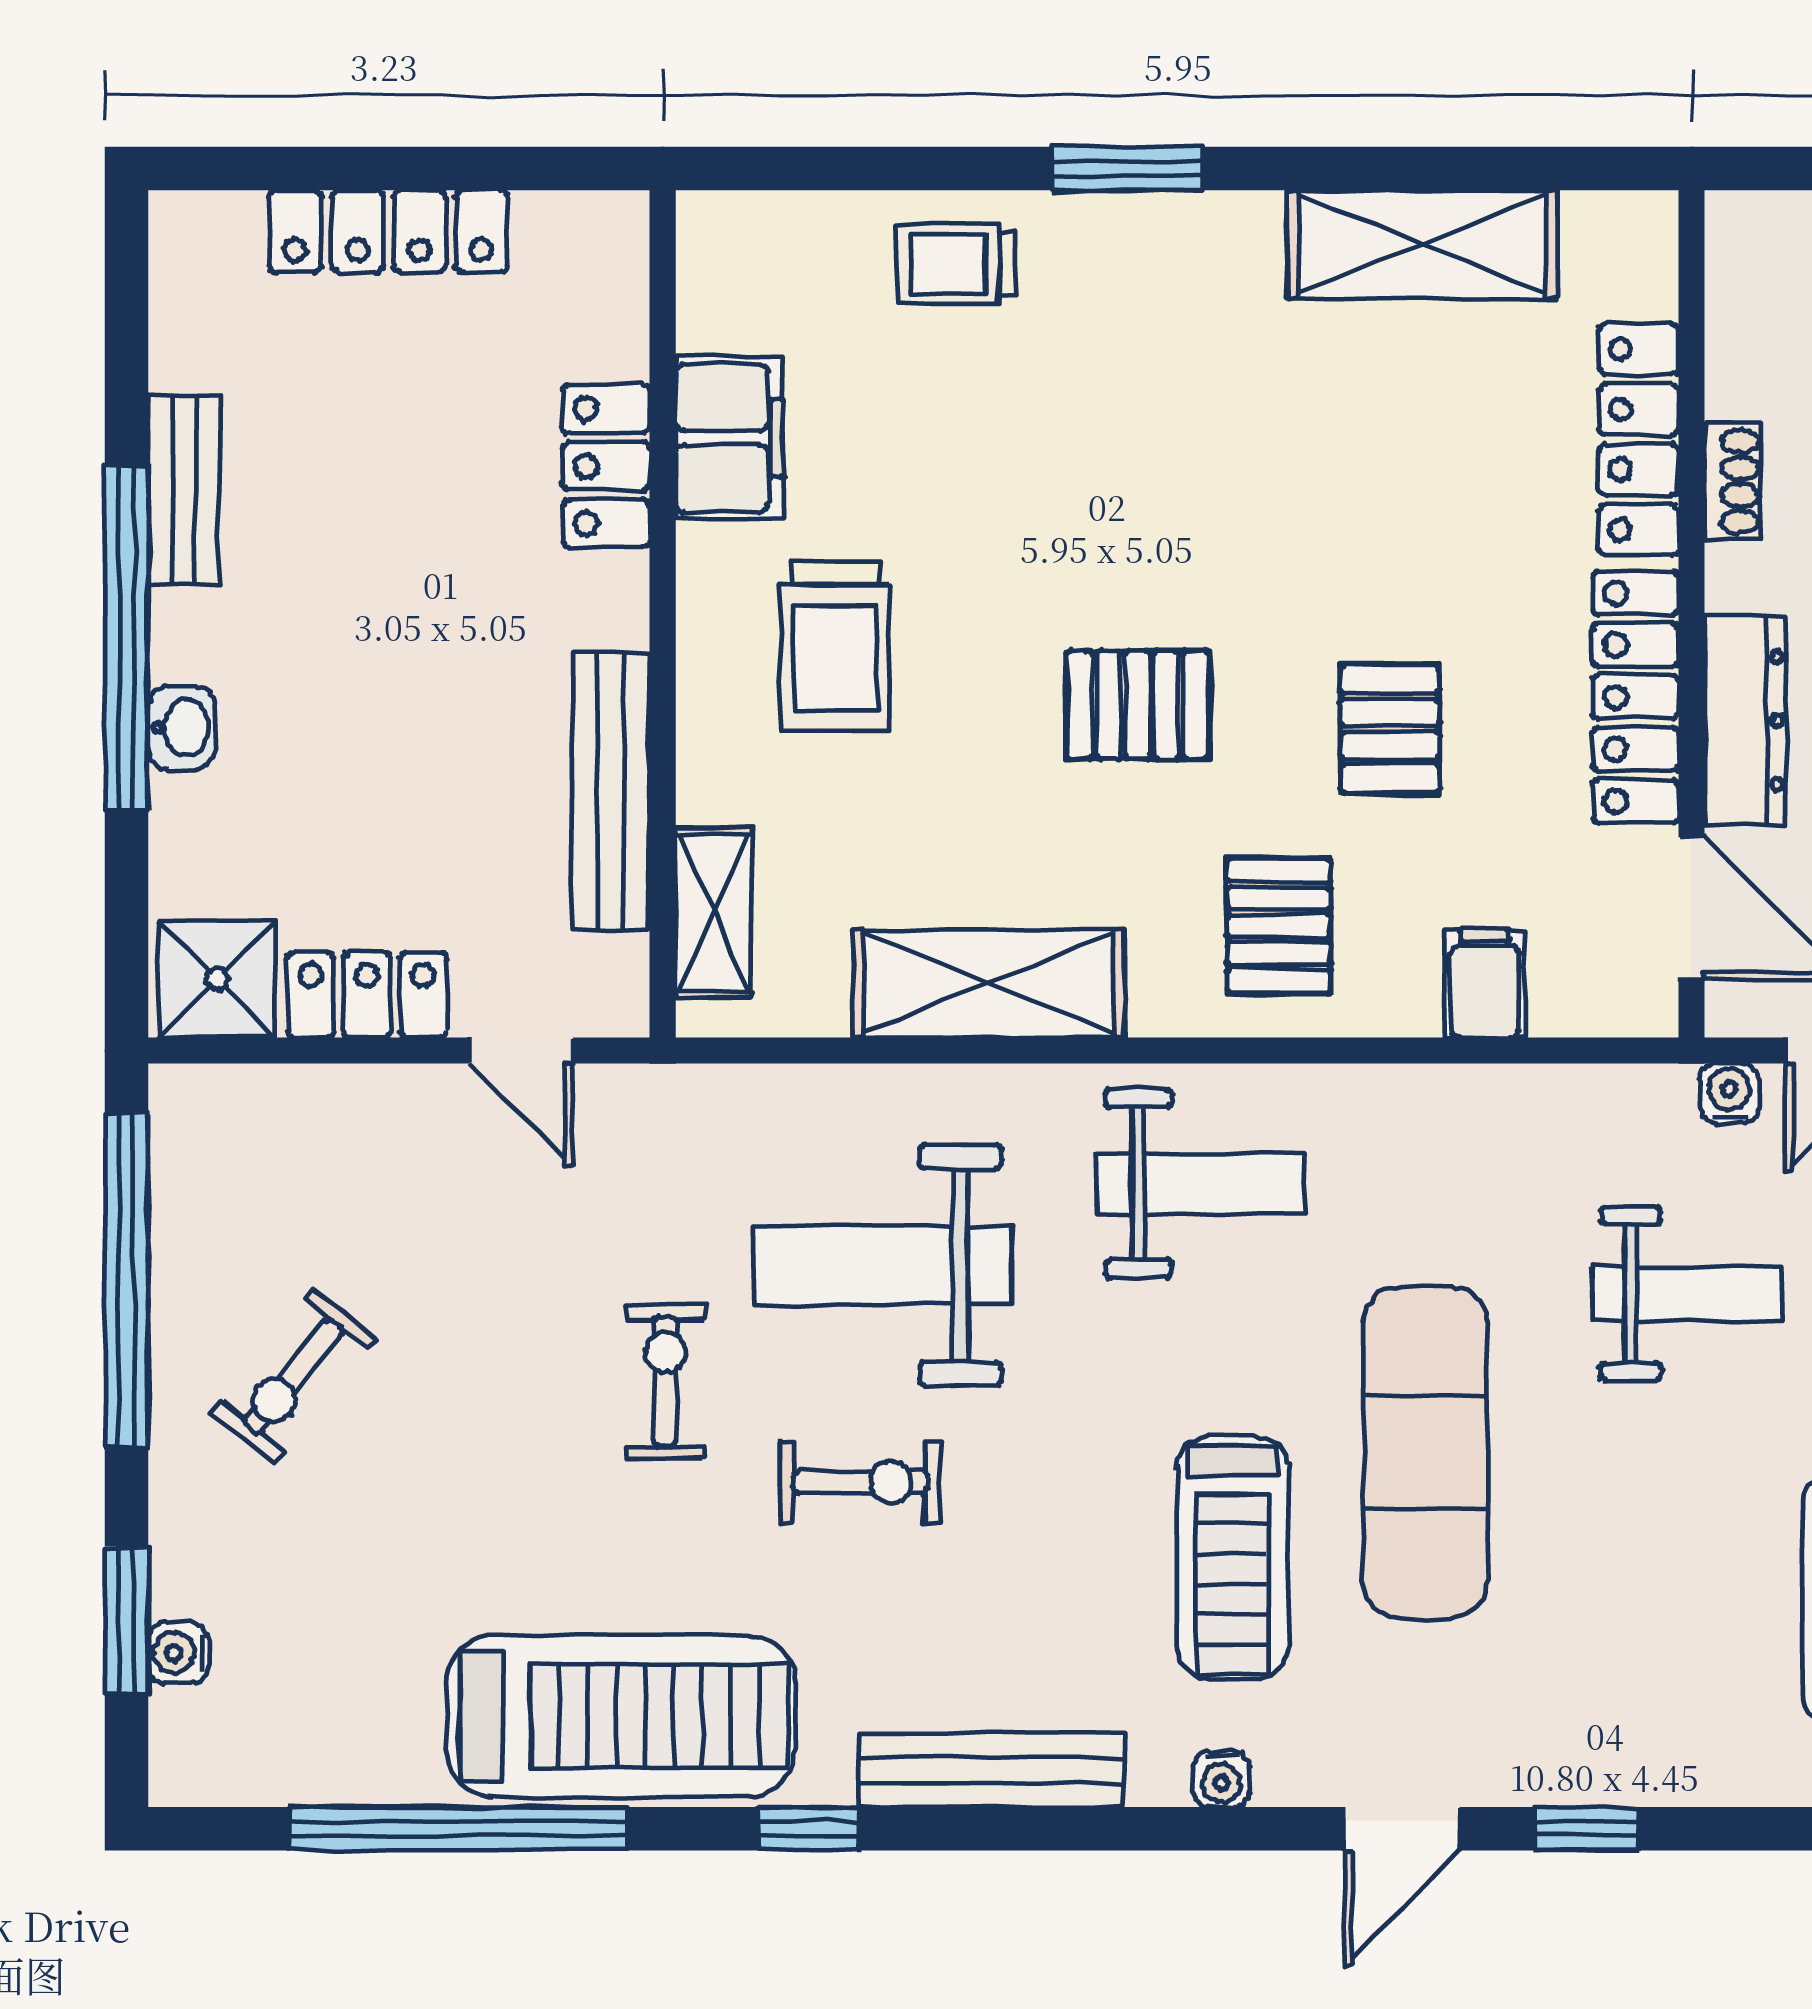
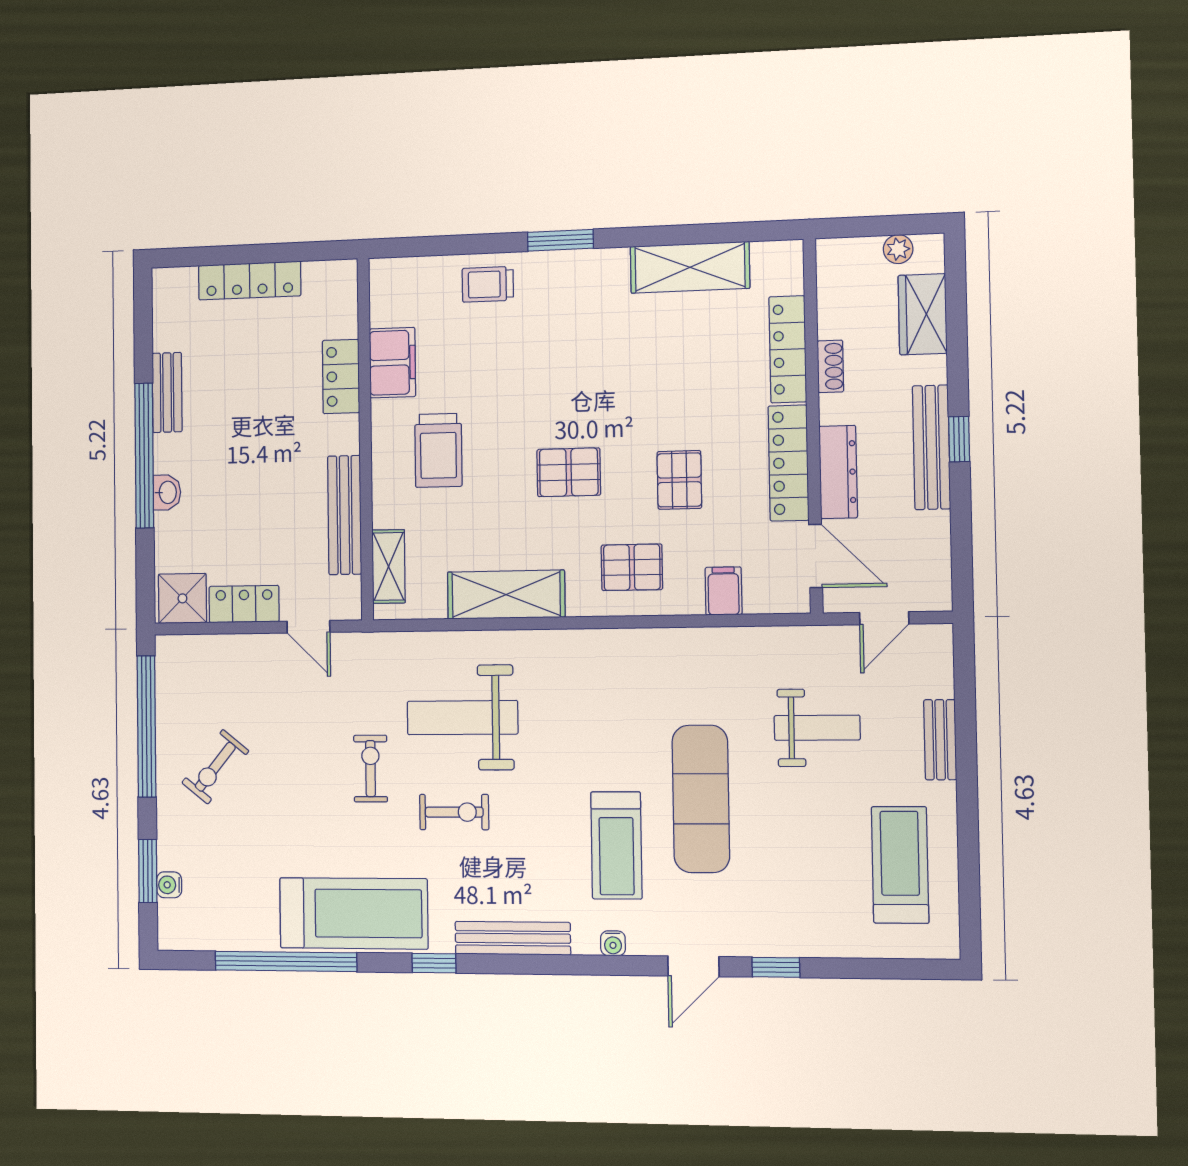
pallet: (1279, 926) -> (632, 567), turned 90
water cooler: (1729, 1093) -> (834, 638), removed
weight bench: (1200, 1184) -> (599, 681), removed

